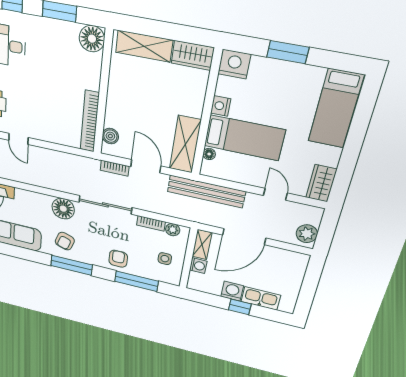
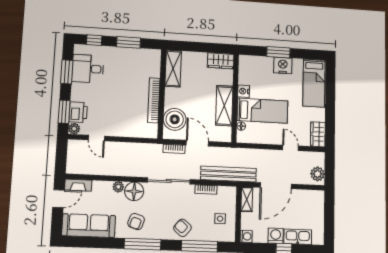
floor lamp: (92, 39) -> (152, 58), removed
shelving: (144, 46) -> (173, 69), moved, turned 90
nightstand: (234, 64) -> (283, 65), moved
bookcase: (90, 121) -> (154, 100), moved
boiler: (110, 136) -> (175, 119), width x1.86, depth x1.86
shelving: (185, 144) -> (224, 106), moved
bench: (206, 192) -> (228, 174), moved
plant: (173, 230) -> (118, 187), moved
armchair: (118, 259) -> (182, 228), turned -50
washing machine: (198, 266) -> (246, 236), moved

